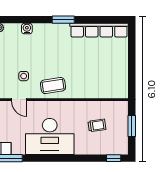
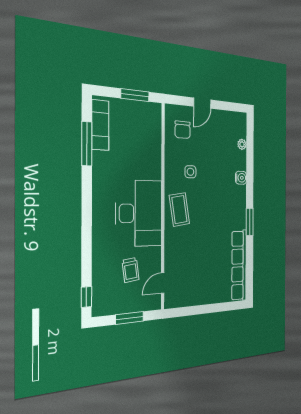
door: (19, 100) -> (163, 283), moved
desk: (50, 136) -> (139, 213), moved, turned 180

